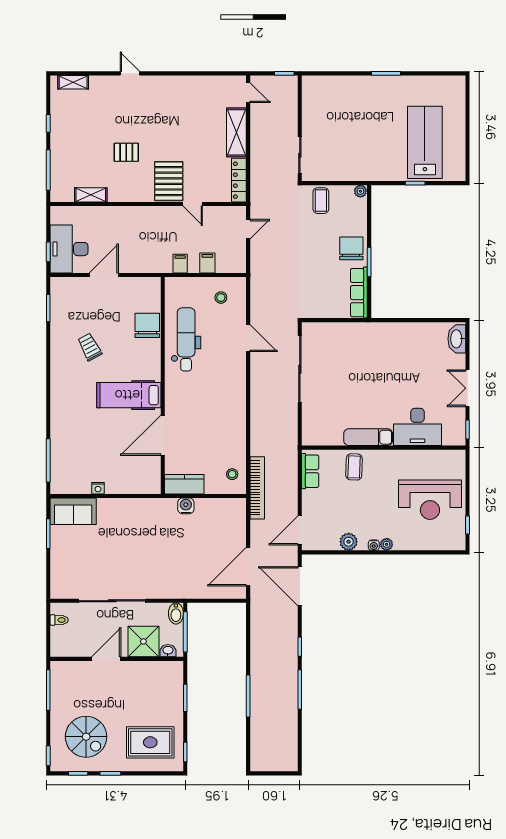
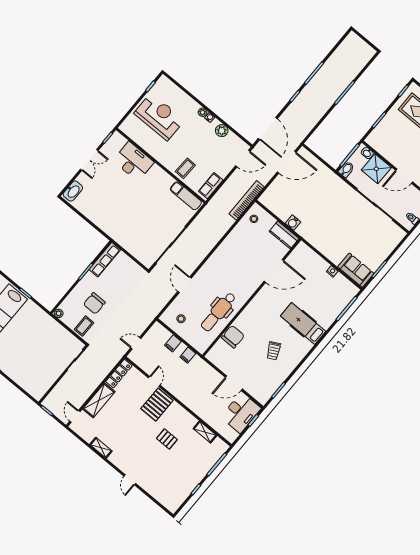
shelving: (73, 82) -> (101, 448), moved
chair: (351, 248) -> (94, 303), moved
chair: (147, 325) -> (233, 337), turned 180
hospital bed: (129, 395) -> (303, 324), moved, turned 180
exam couch: (368, 437) -> (186, 196), moved

